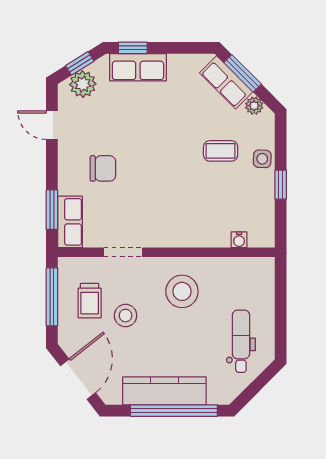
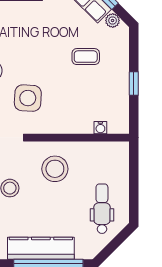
side table: (262, 159) -> (28, 98), moved, width x1.87, depth x1.87

